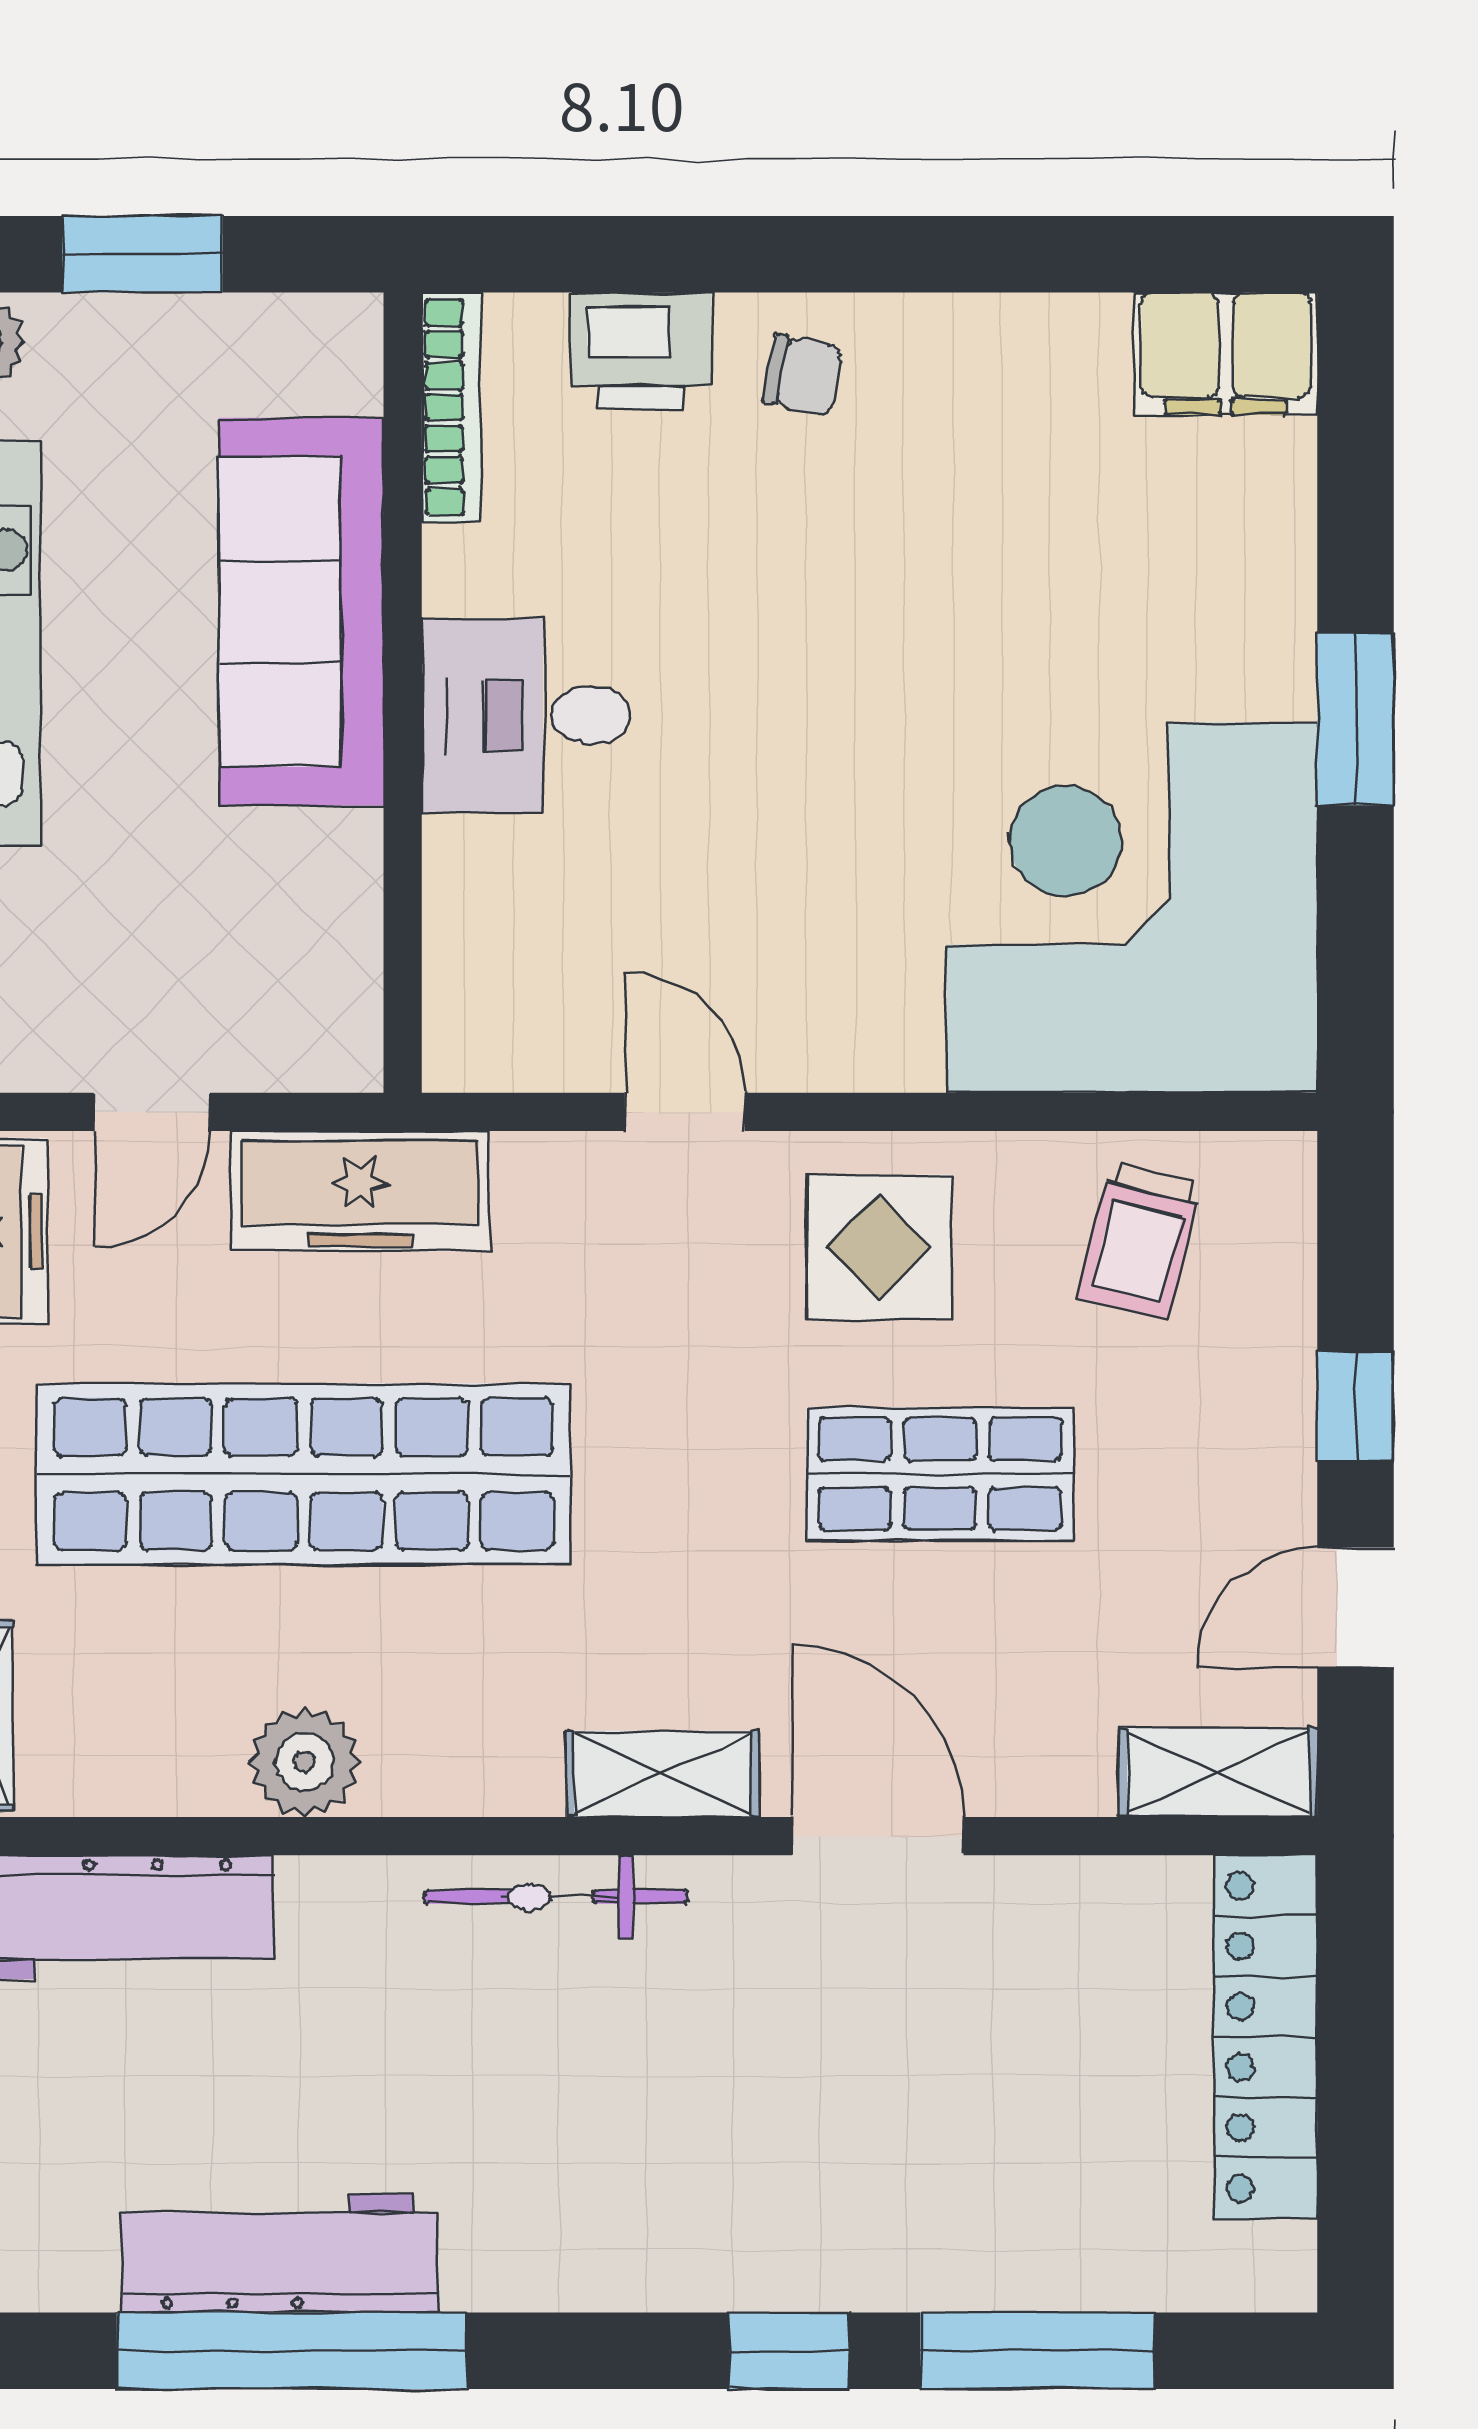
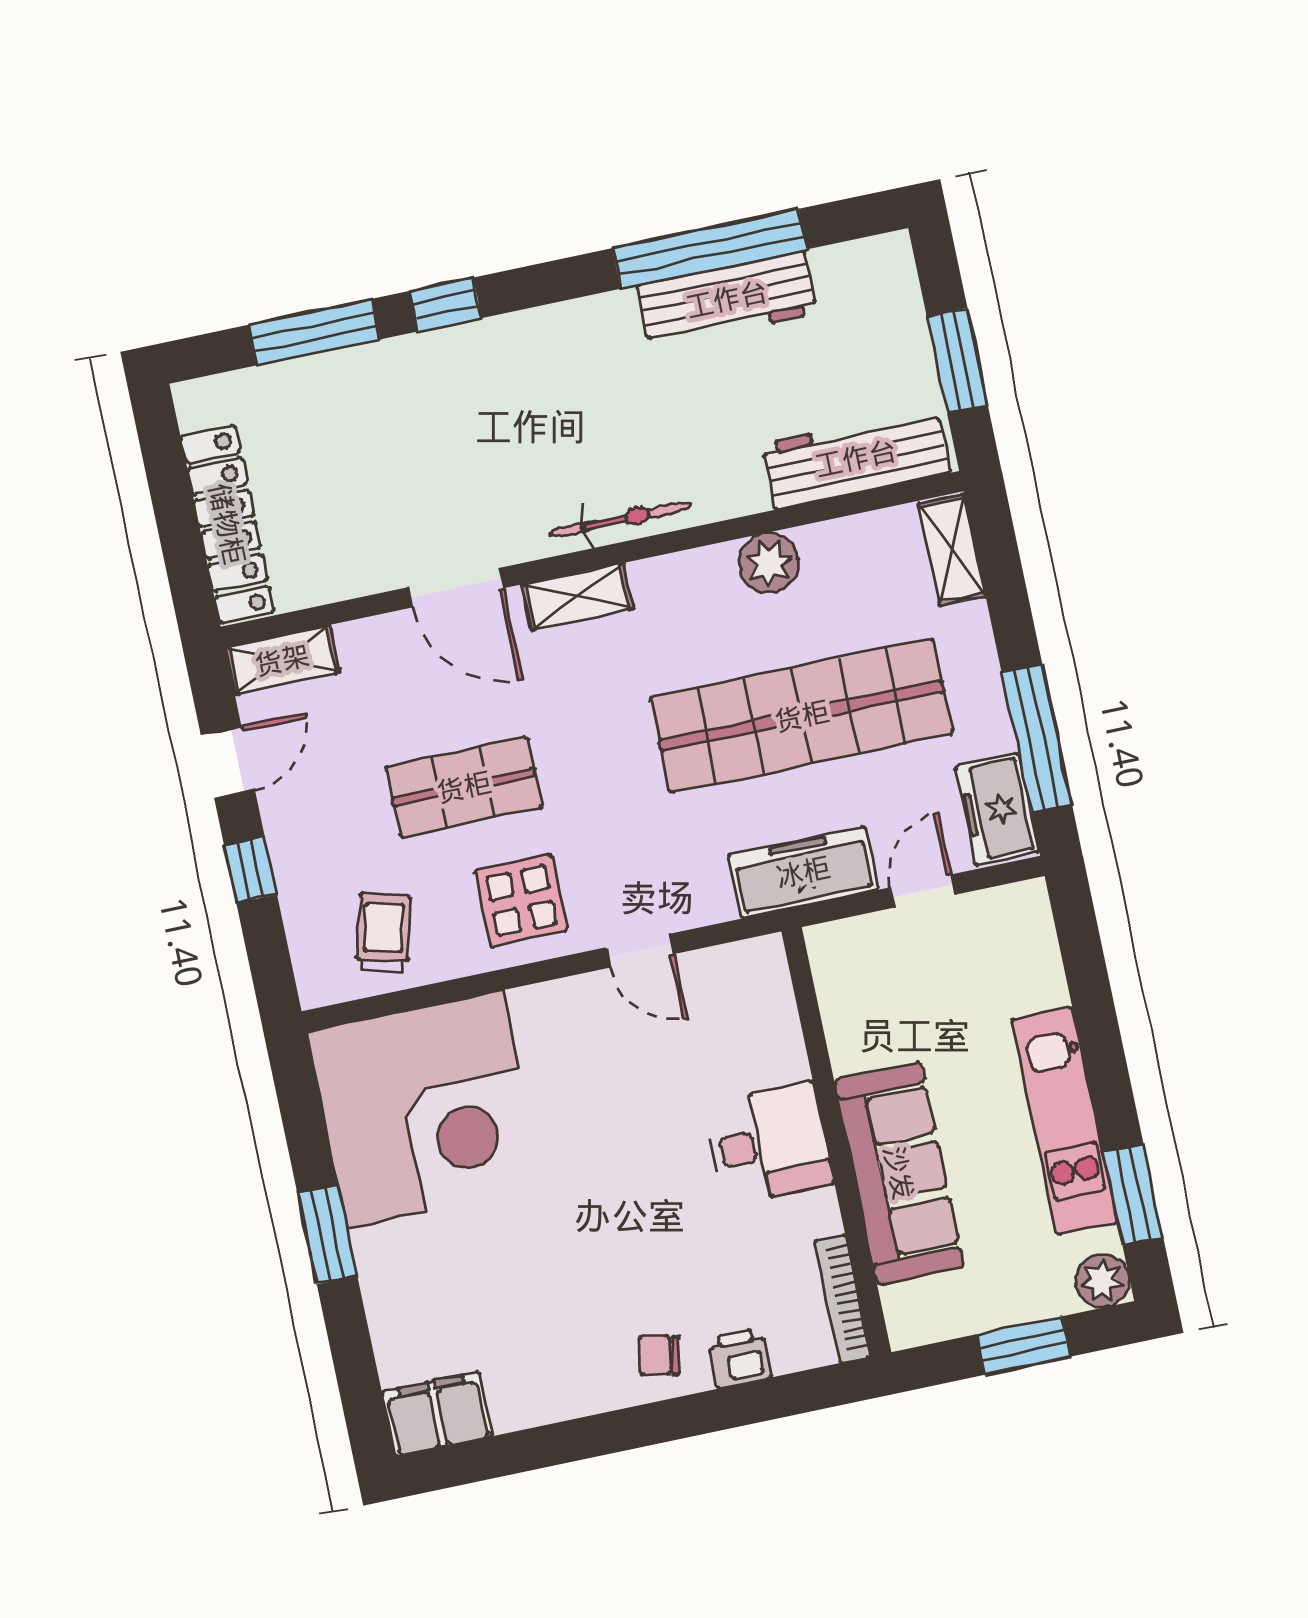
printer: (641, 351) -> (739, 1358), width x0.73, depth x0.81

